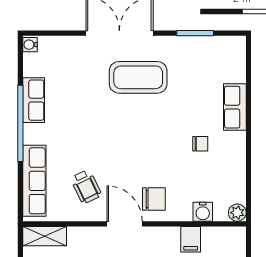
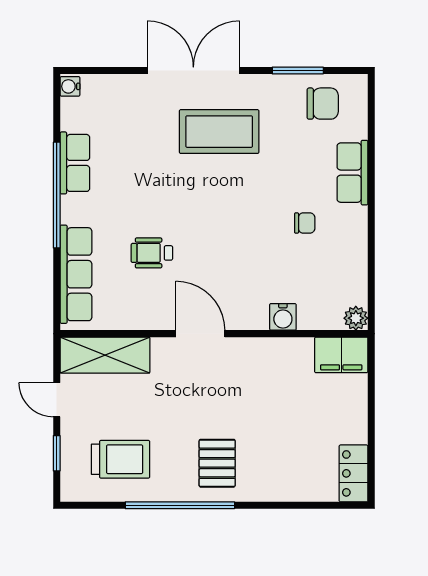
wheelchair: (86, 187) -> (152, 253), moved, turned 116
chair: (154, 199) -> (323, 104), moved
water cooler: (203, 212) -> (283, 317), moved
shelving: (45, 236) -> (105, 355), width x1.50, depth x1.33
filing cabinet: (191, 239) -> (341, 355), moved, width x2.00

